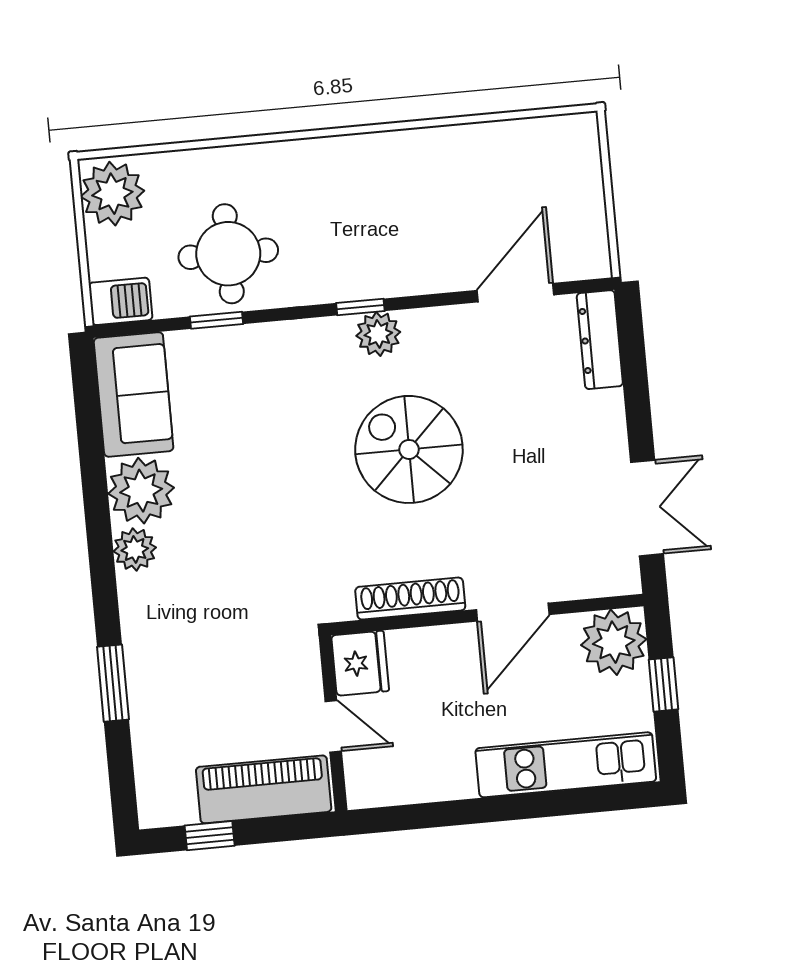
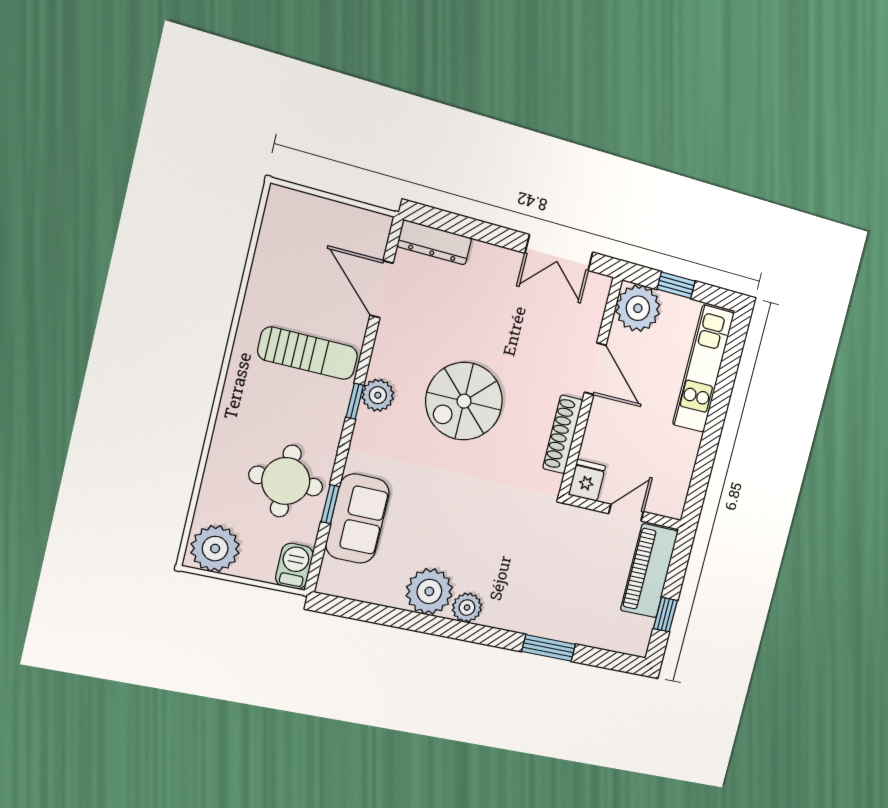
sun lounger: (401, 227) -> (308, 353), added
sofa: (134, 394) -> (357, 519), moved, turned 90
double door: (647, 508) -> (559, 253), swing flipped
fridge: (360, 663) -> (587, 480), width x0.72

